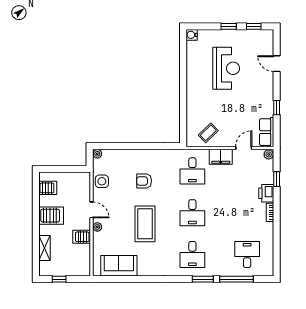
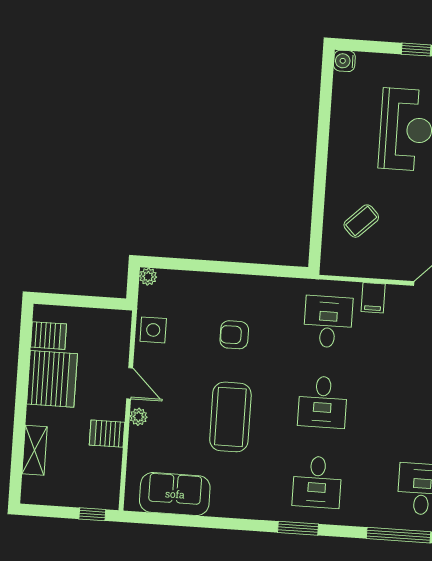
coffee table: (208, 133) -> (361, 221), moved
filing cabinet: (221, 157) -> (373, 298), width x0.50
desk: (192, 171) -> (328, 322), turned 180
server rack: (51, 216) -> (52, 379), width x1.60
window: (59, 279) -> (92, 514), moved
window: (203, 279) -> (298, 528), moved

